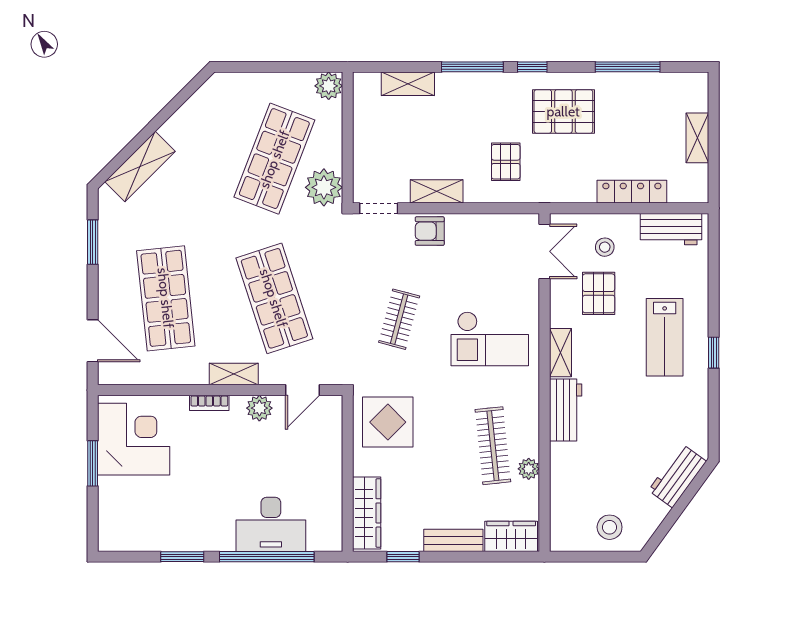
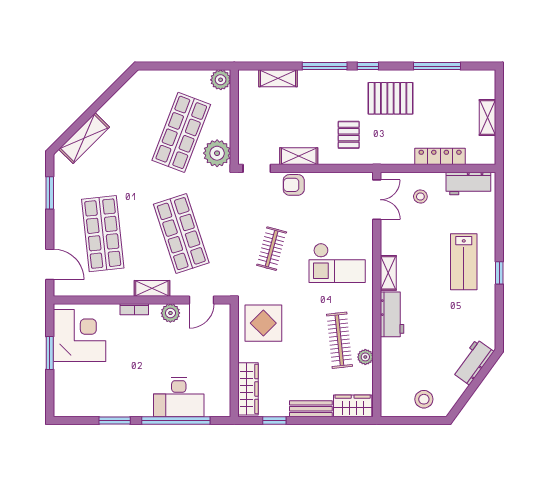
pallet: (599, 293) -> (416, 230), removed

